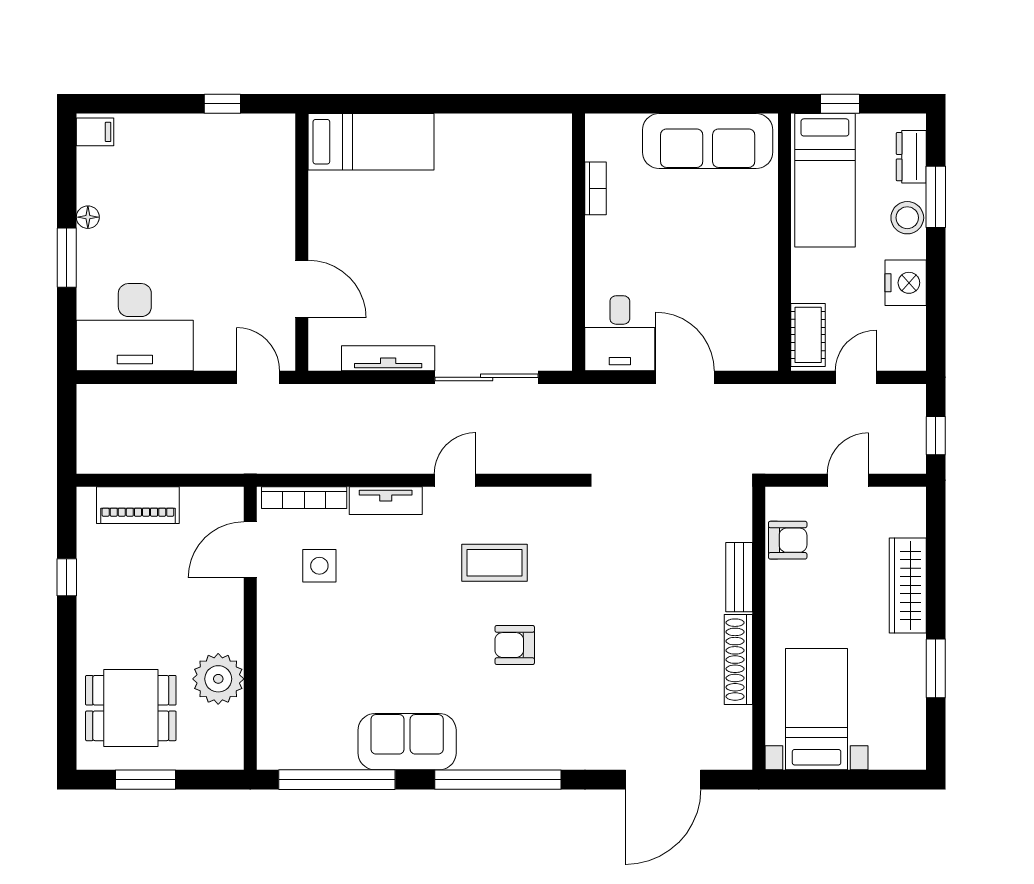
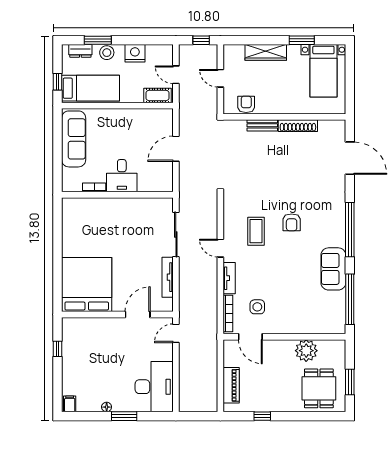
bed: (371, 142) -> (87, 284), width x2.04
desk: (620, 333) -> (122, 176), moved, turned 90
bed with nightstands: (817, 709) -> (323, 71), moved, turned -90

